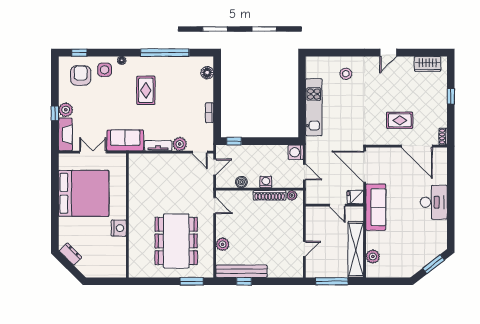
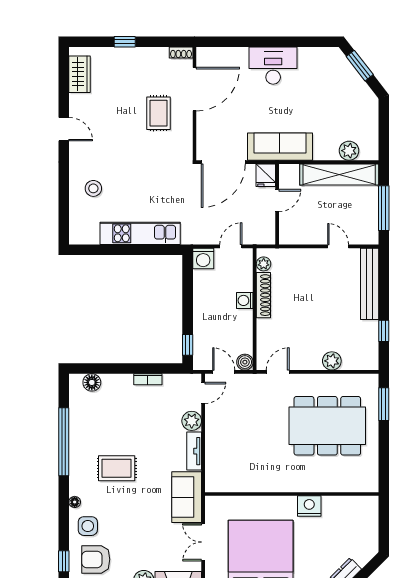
boiler: (241, 182) -> (245, 362), moved
bench: (242, 271) -> (370, 284), moved

